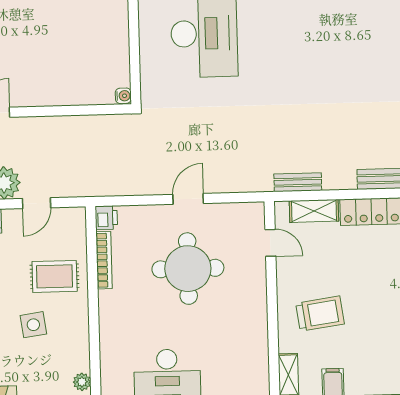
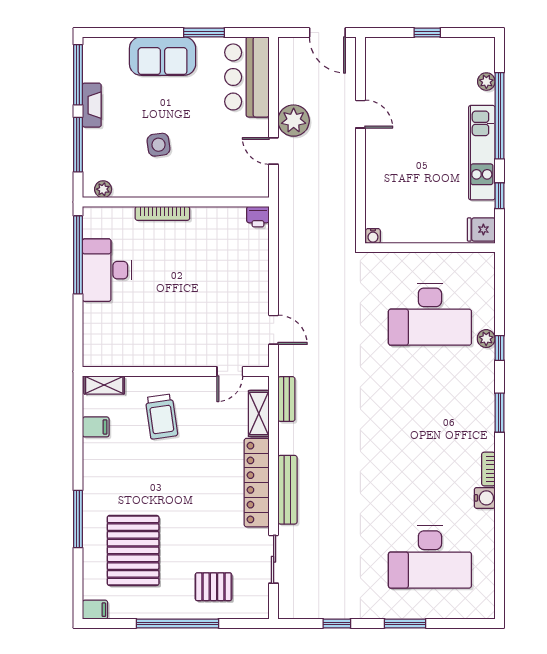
door: (188, 199) -> (274, 330), moved
bookcase: (104, 260) -> (162, 213), moved
round table: (188, 269) -> (208, 293), removed
rug: (55, 276) -> (204, 166), removed

